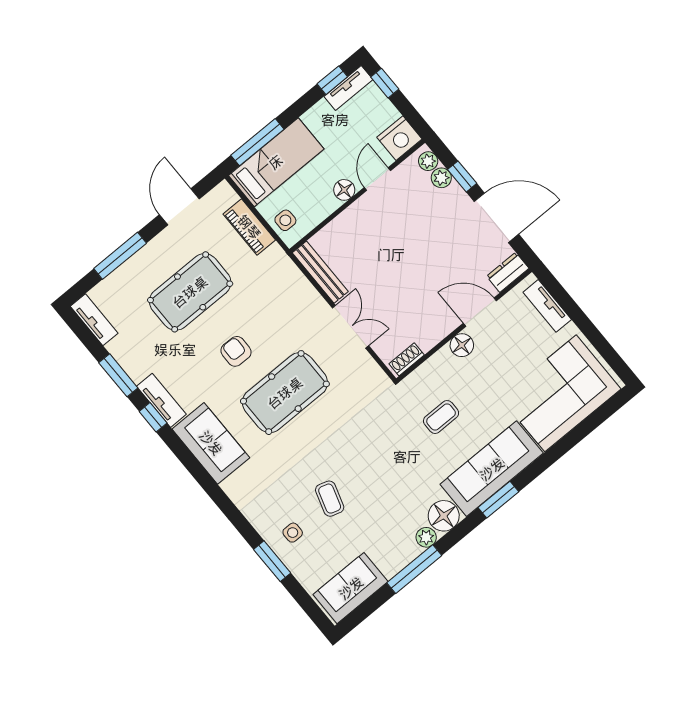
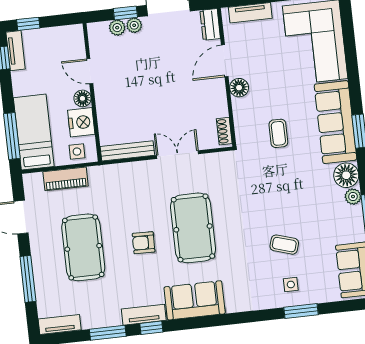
nightstand: (399, 138) -> (81, 122), moved
plant: (428, 161) -> (134, 25), moved

